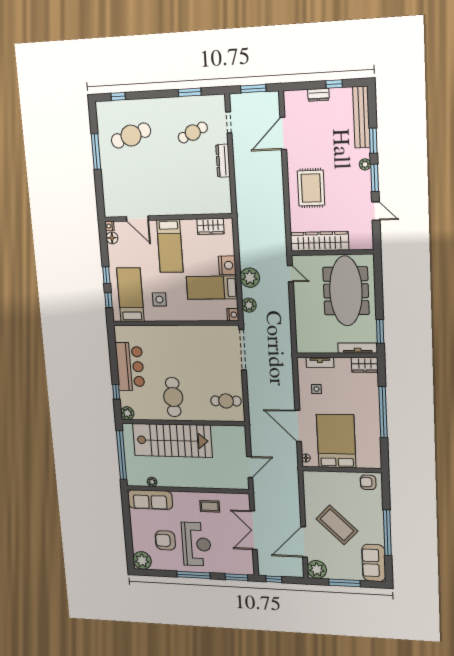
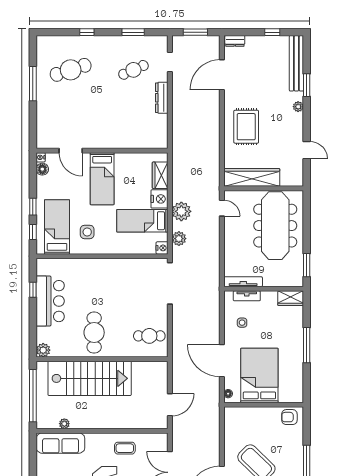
dresser: (318, 95) -> (235, 41), moved
window: (118, 96) -> (87, 32), moved
window: (375, 178) -> (307, 119), removed
wardrobe: (211, 226) -> (160, 175), moved, turned 90
tv unit: (358, 348) -> (243, 282), moved
window: (116, 392) -> (33, 290), moved
window: (383, 412) -> (307, 345), width x0.68

